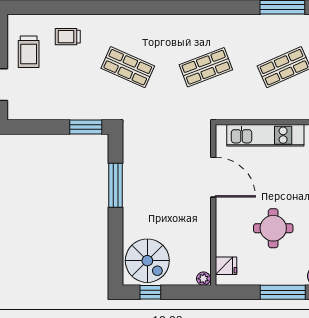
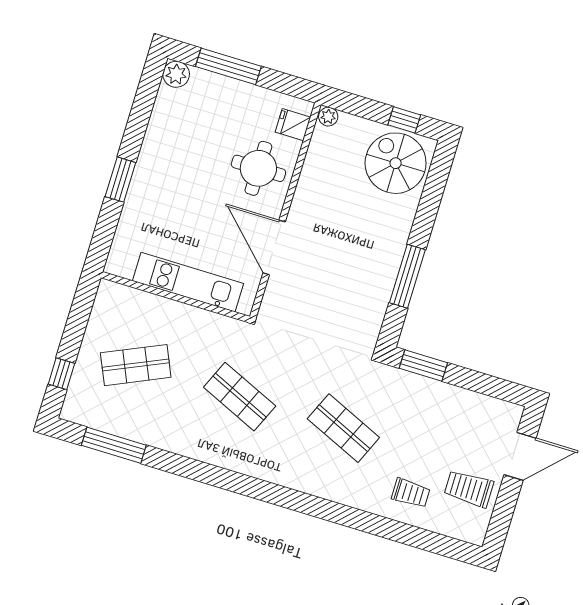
trolley: (29, 52) -> (469, 489), turned -90
shop shelf: (206, 67) -> (240, 397), turned 45
round table: (273, 228) -> (258, 168), moved

